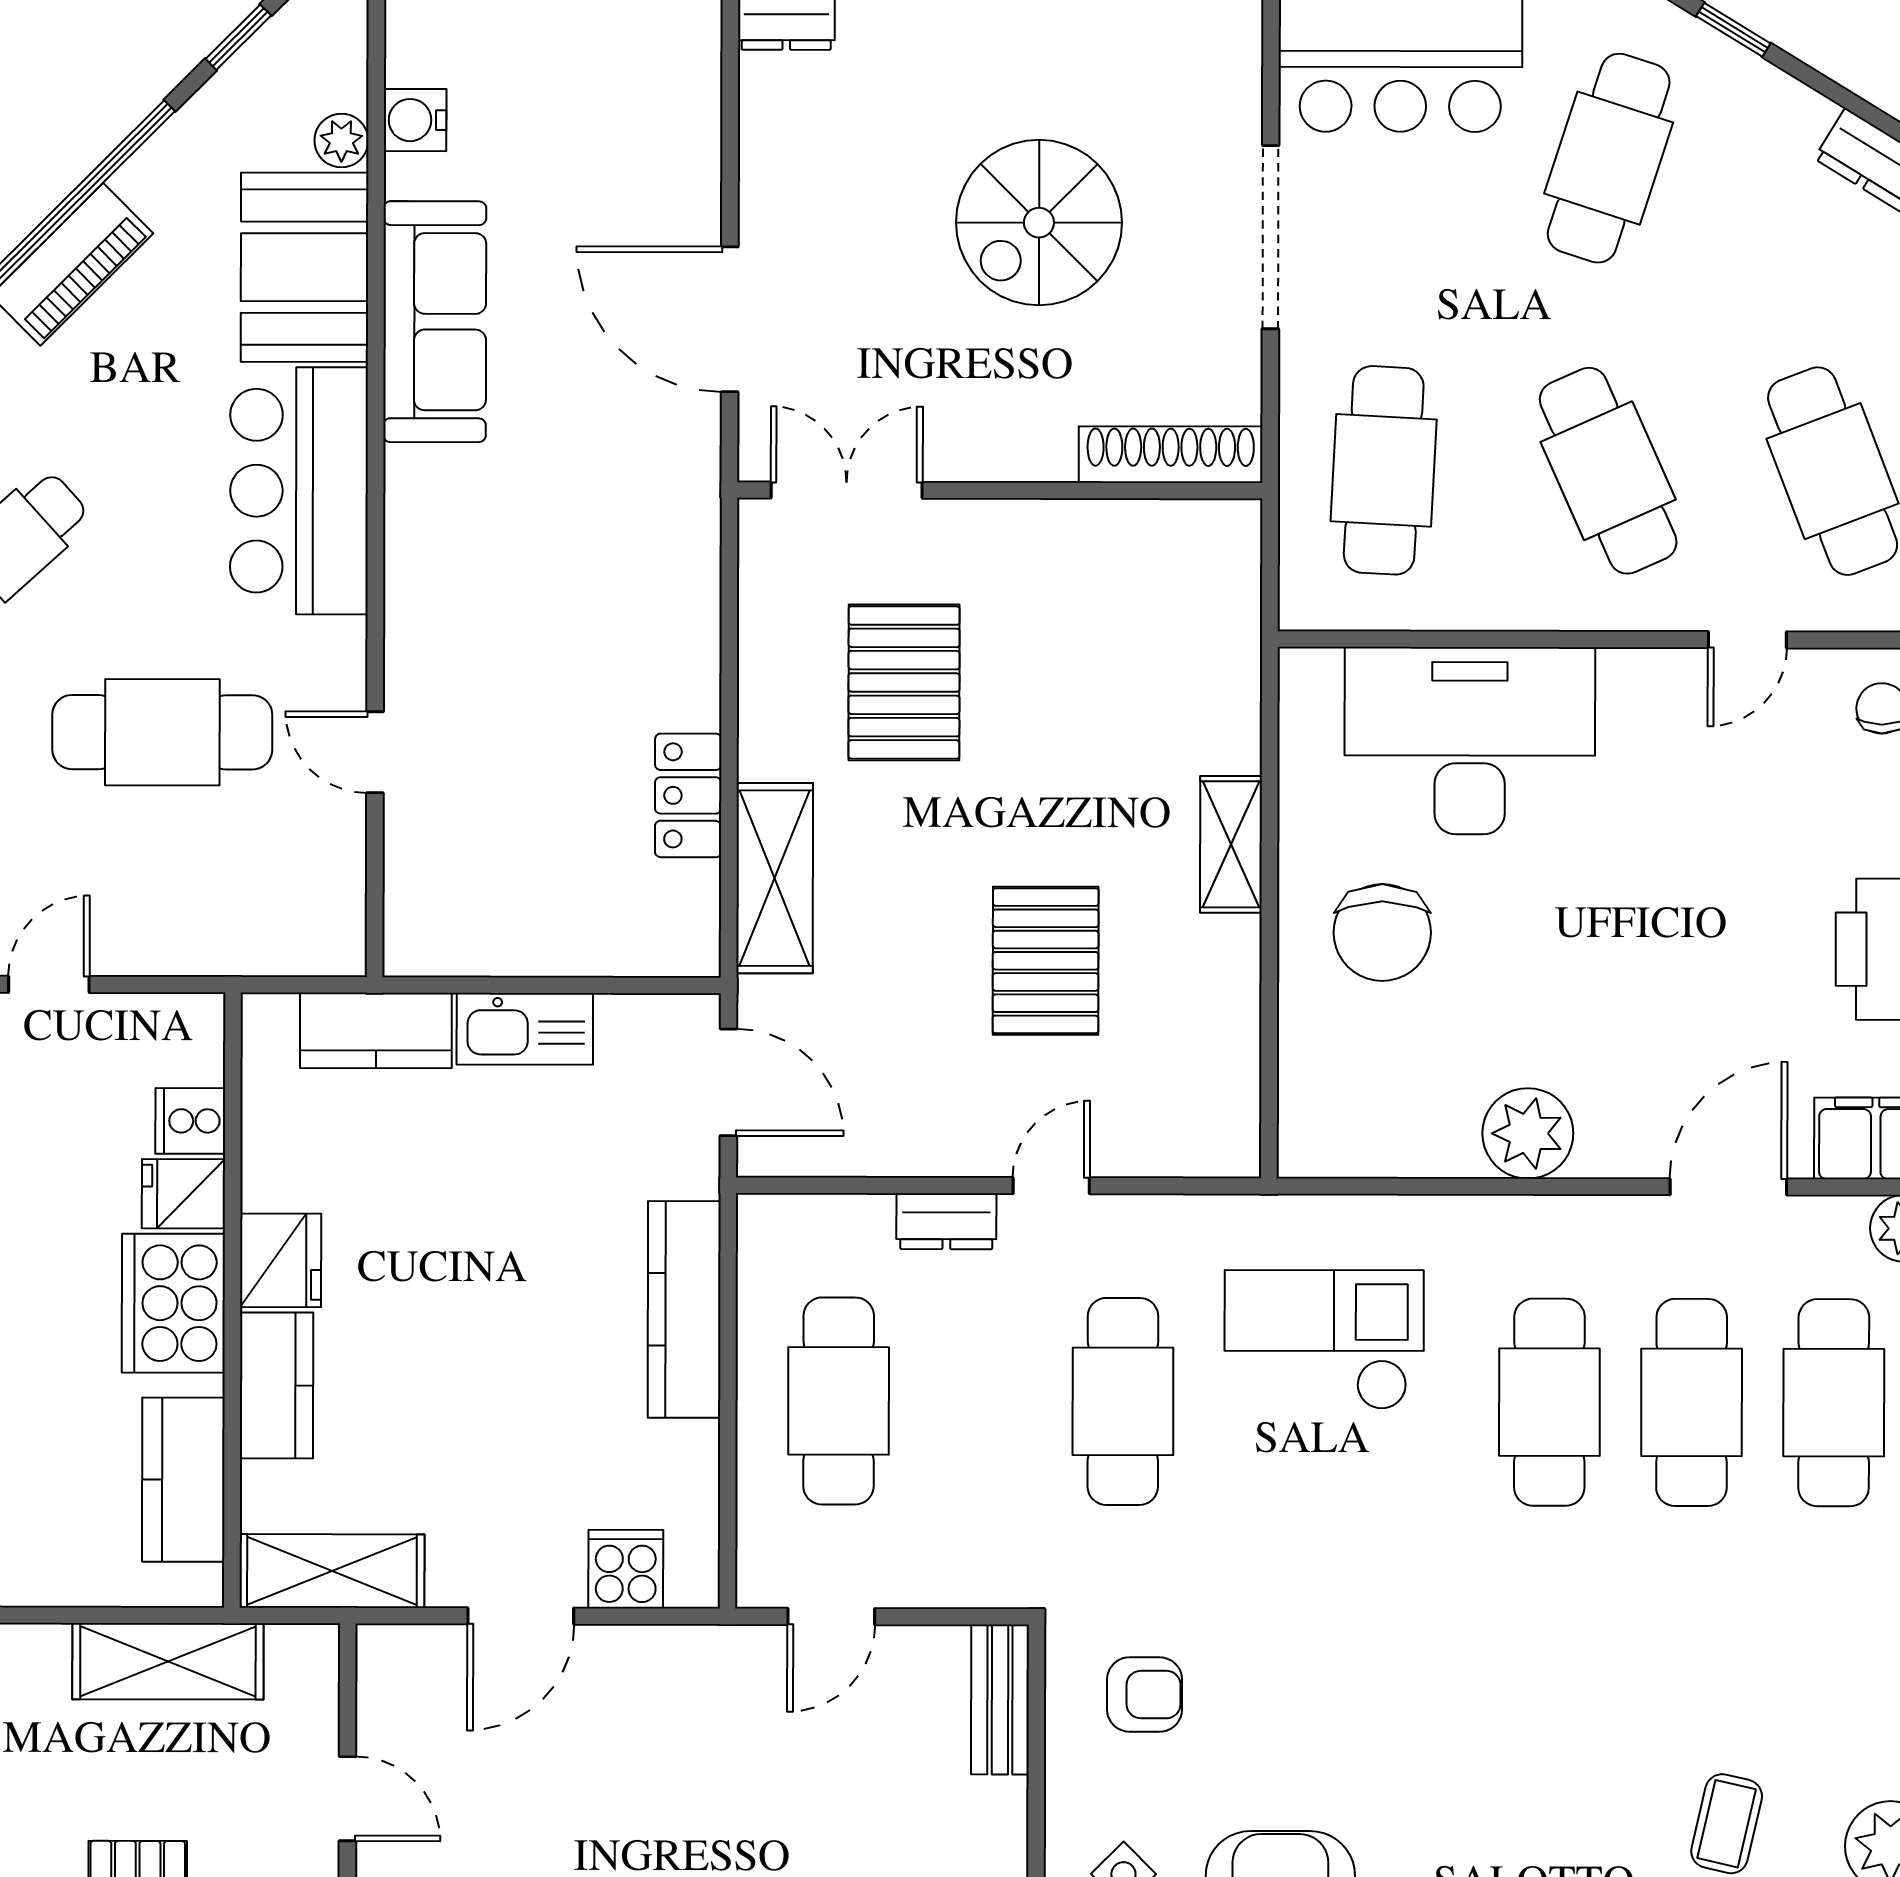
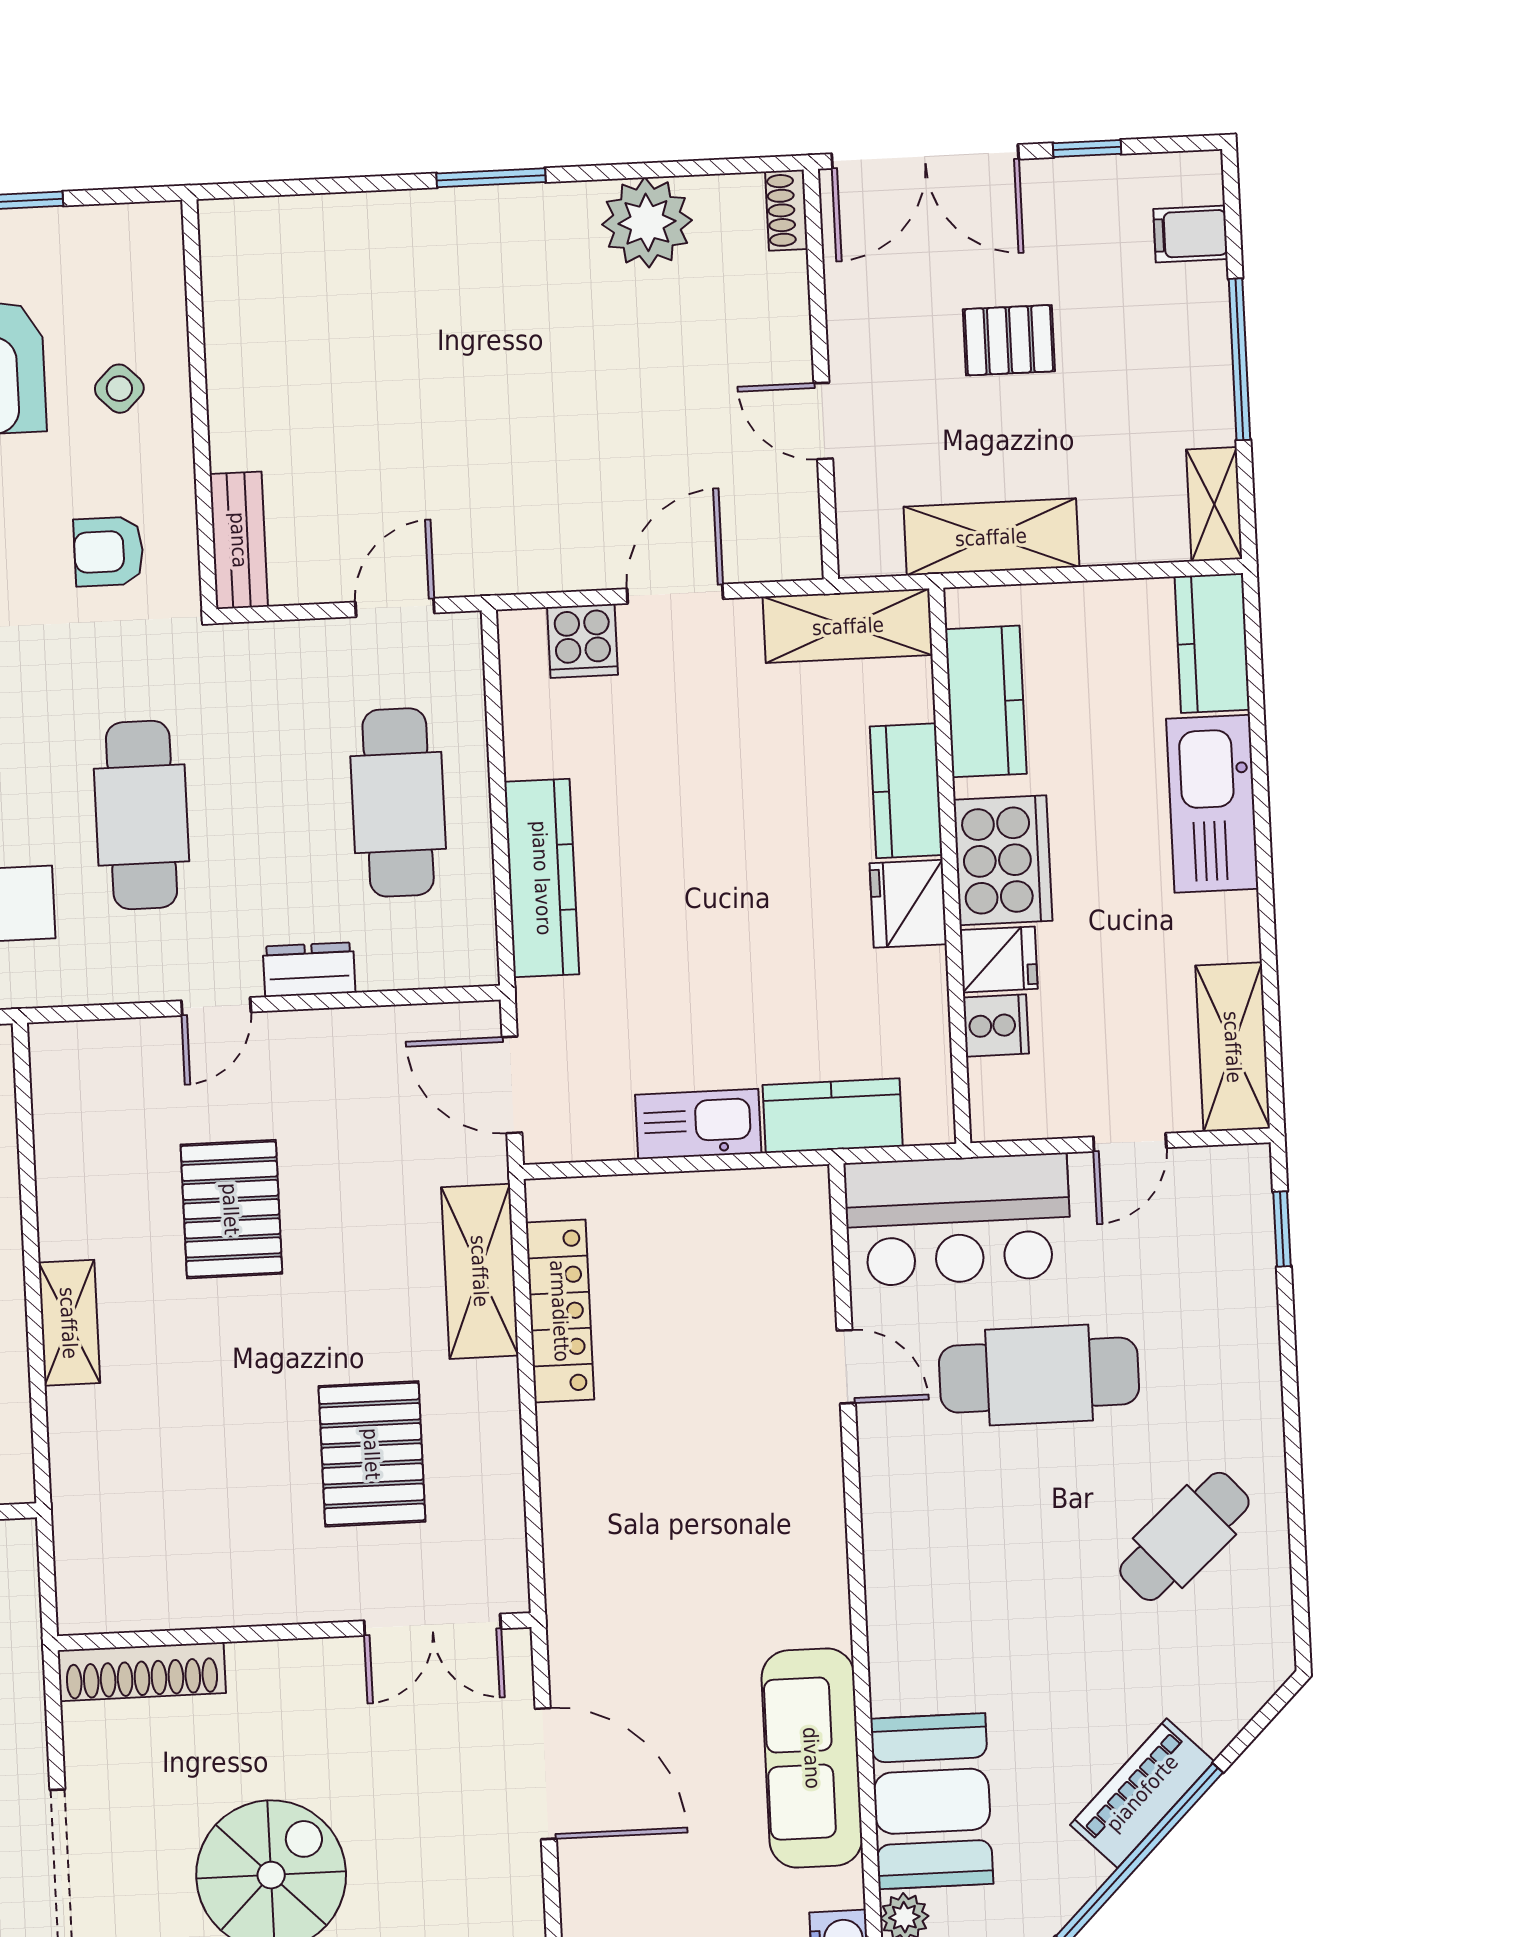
bar counter: (299, 491) -> (958, 1220), moved, turned 90
locker: (688, 795) -> (560, 1311), width x1.53

